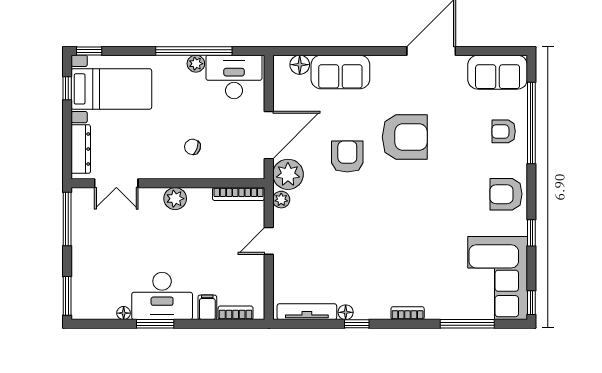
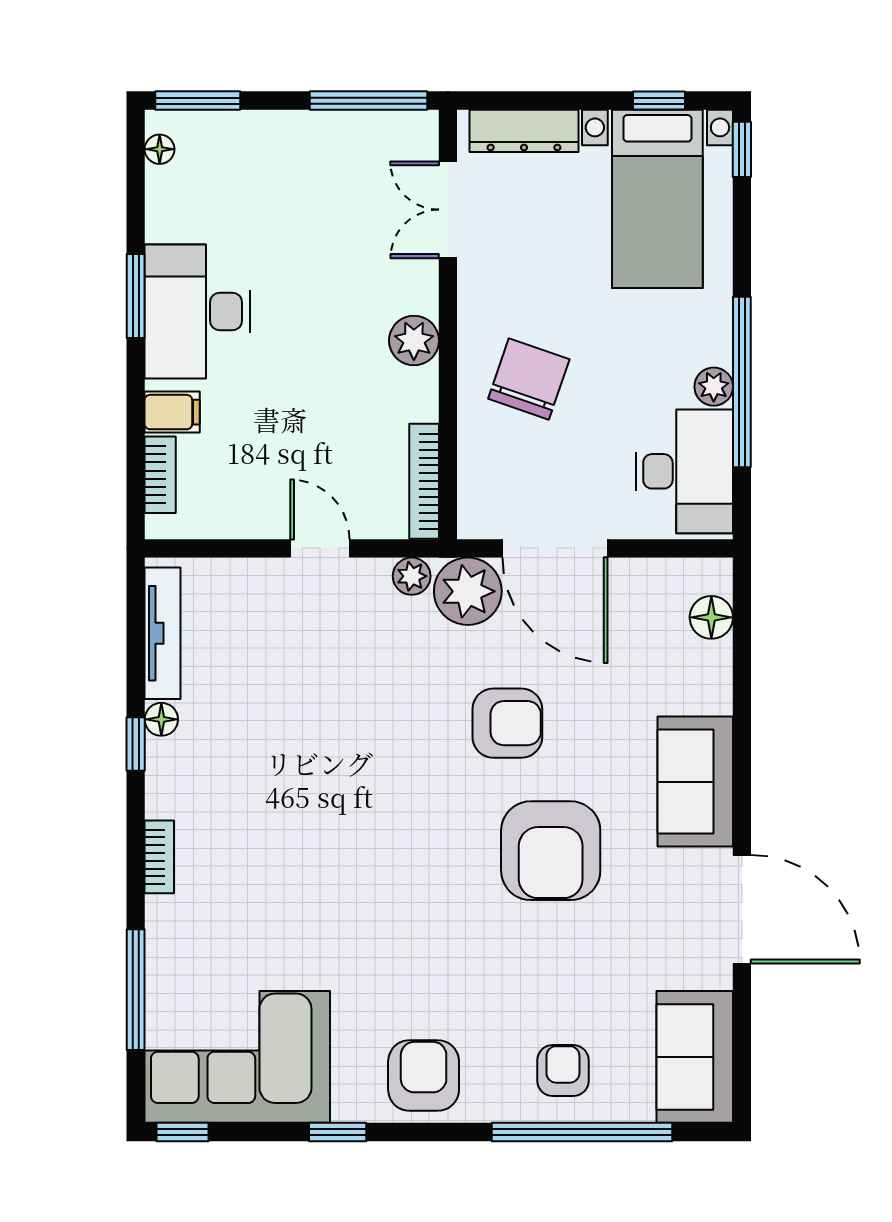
sofa: (340, 72) -> (695, 782), moved
chair: (192, 147) -> (529, 379), width x1.87, depth x1.87
floor lamp: (124, 313) -> (160, 149), moved

